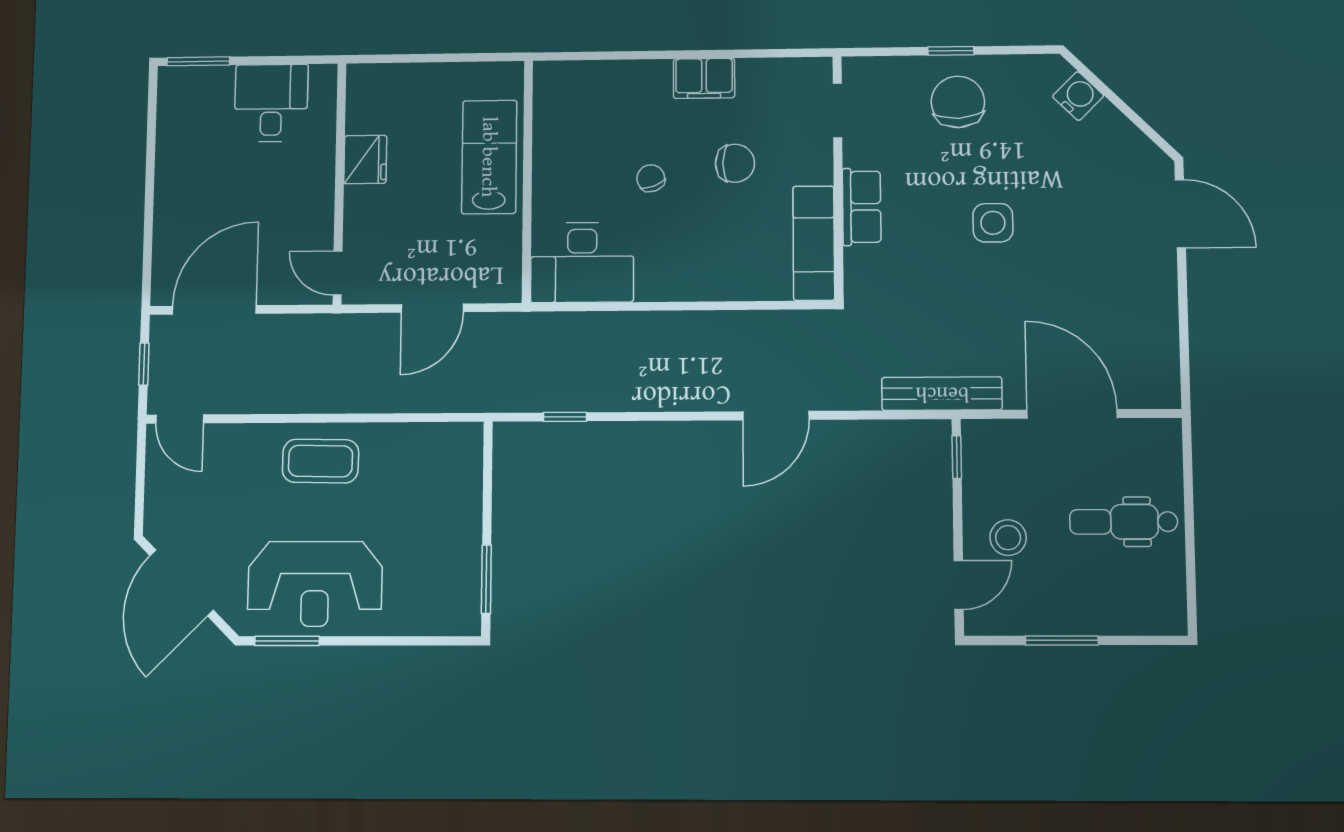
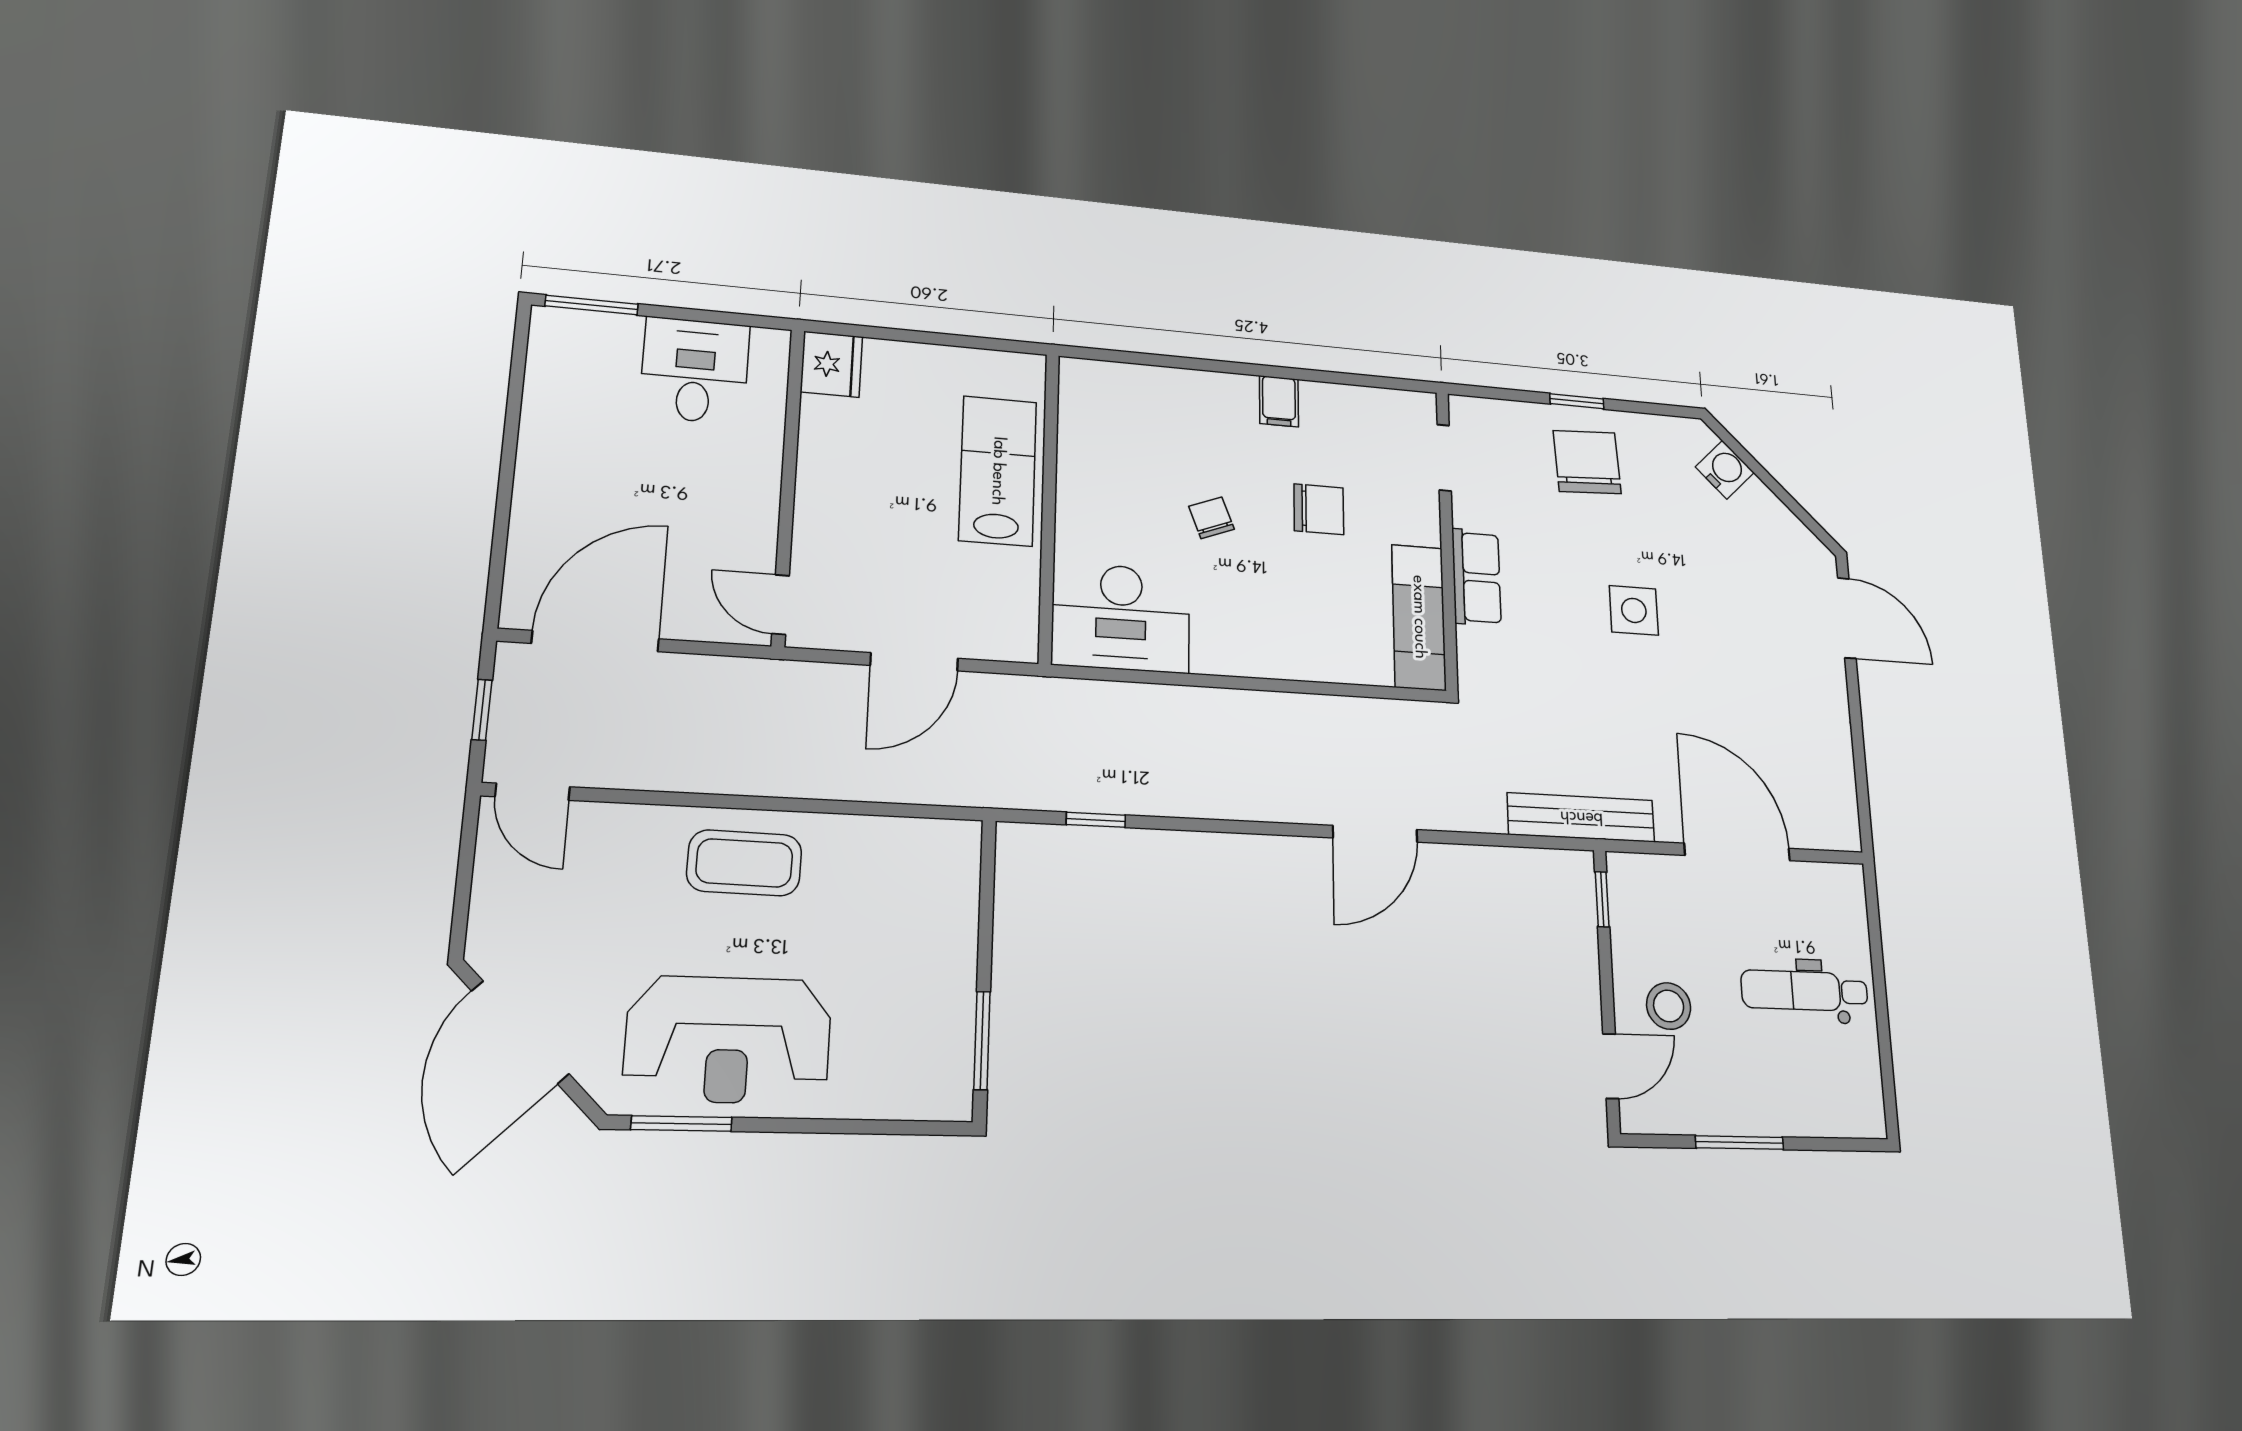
filing cabinet: (704, 78) -> (1279, 401), width x0.50
fridge: (365, 160) -> (832, 364), moved

